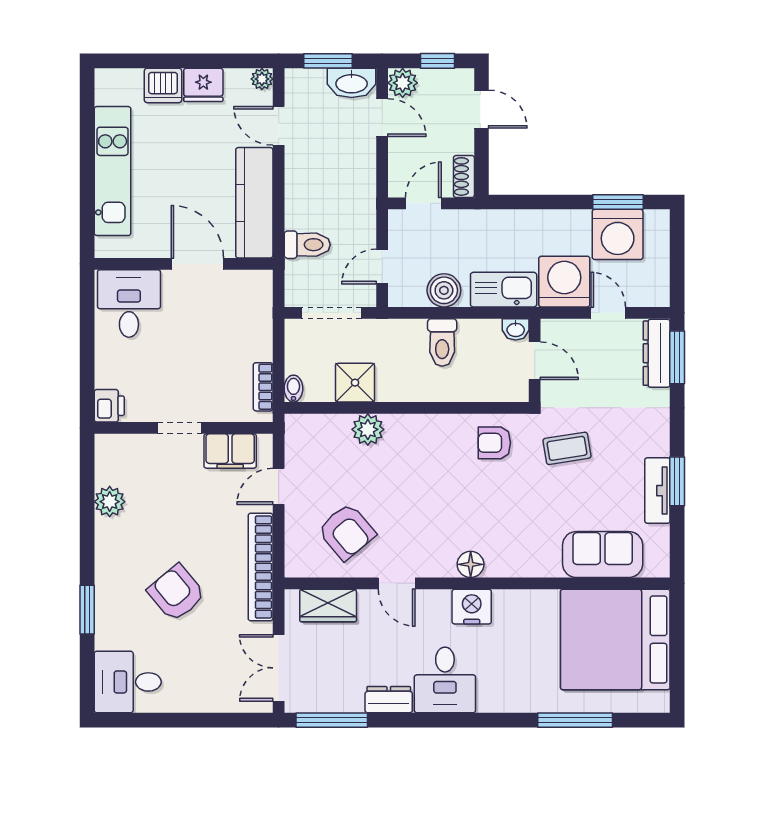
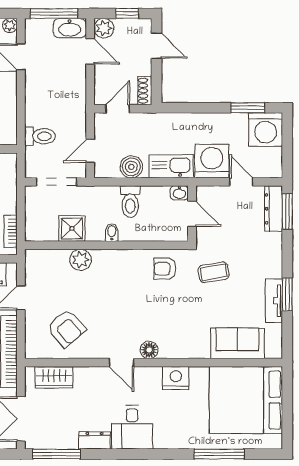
window: (328, 61) -> (54, 13), width x1.44
washing machine: (618, 234) -> (266, 129), moved
bidet: (293, 389) -> (112, 232), moved
door: (397, 583) -> (122, 363), moved
nightstand: (472, 607) -> (176, 378), moved

